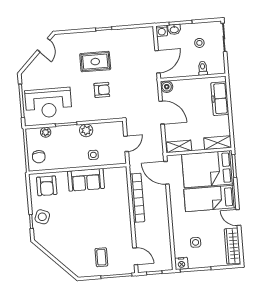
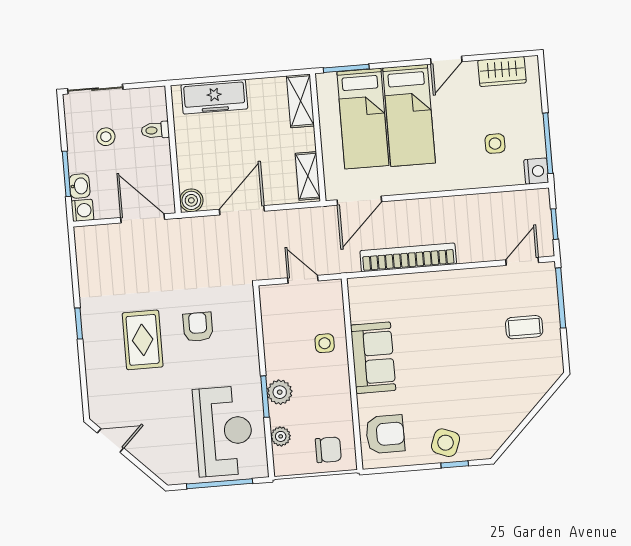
plant: (86, 130) -> (280, 392), moved
bed: (208, 169) -> (363, 119), width x0.67
wardrobe: (232, 246) -> (502, 72), width x0.67

